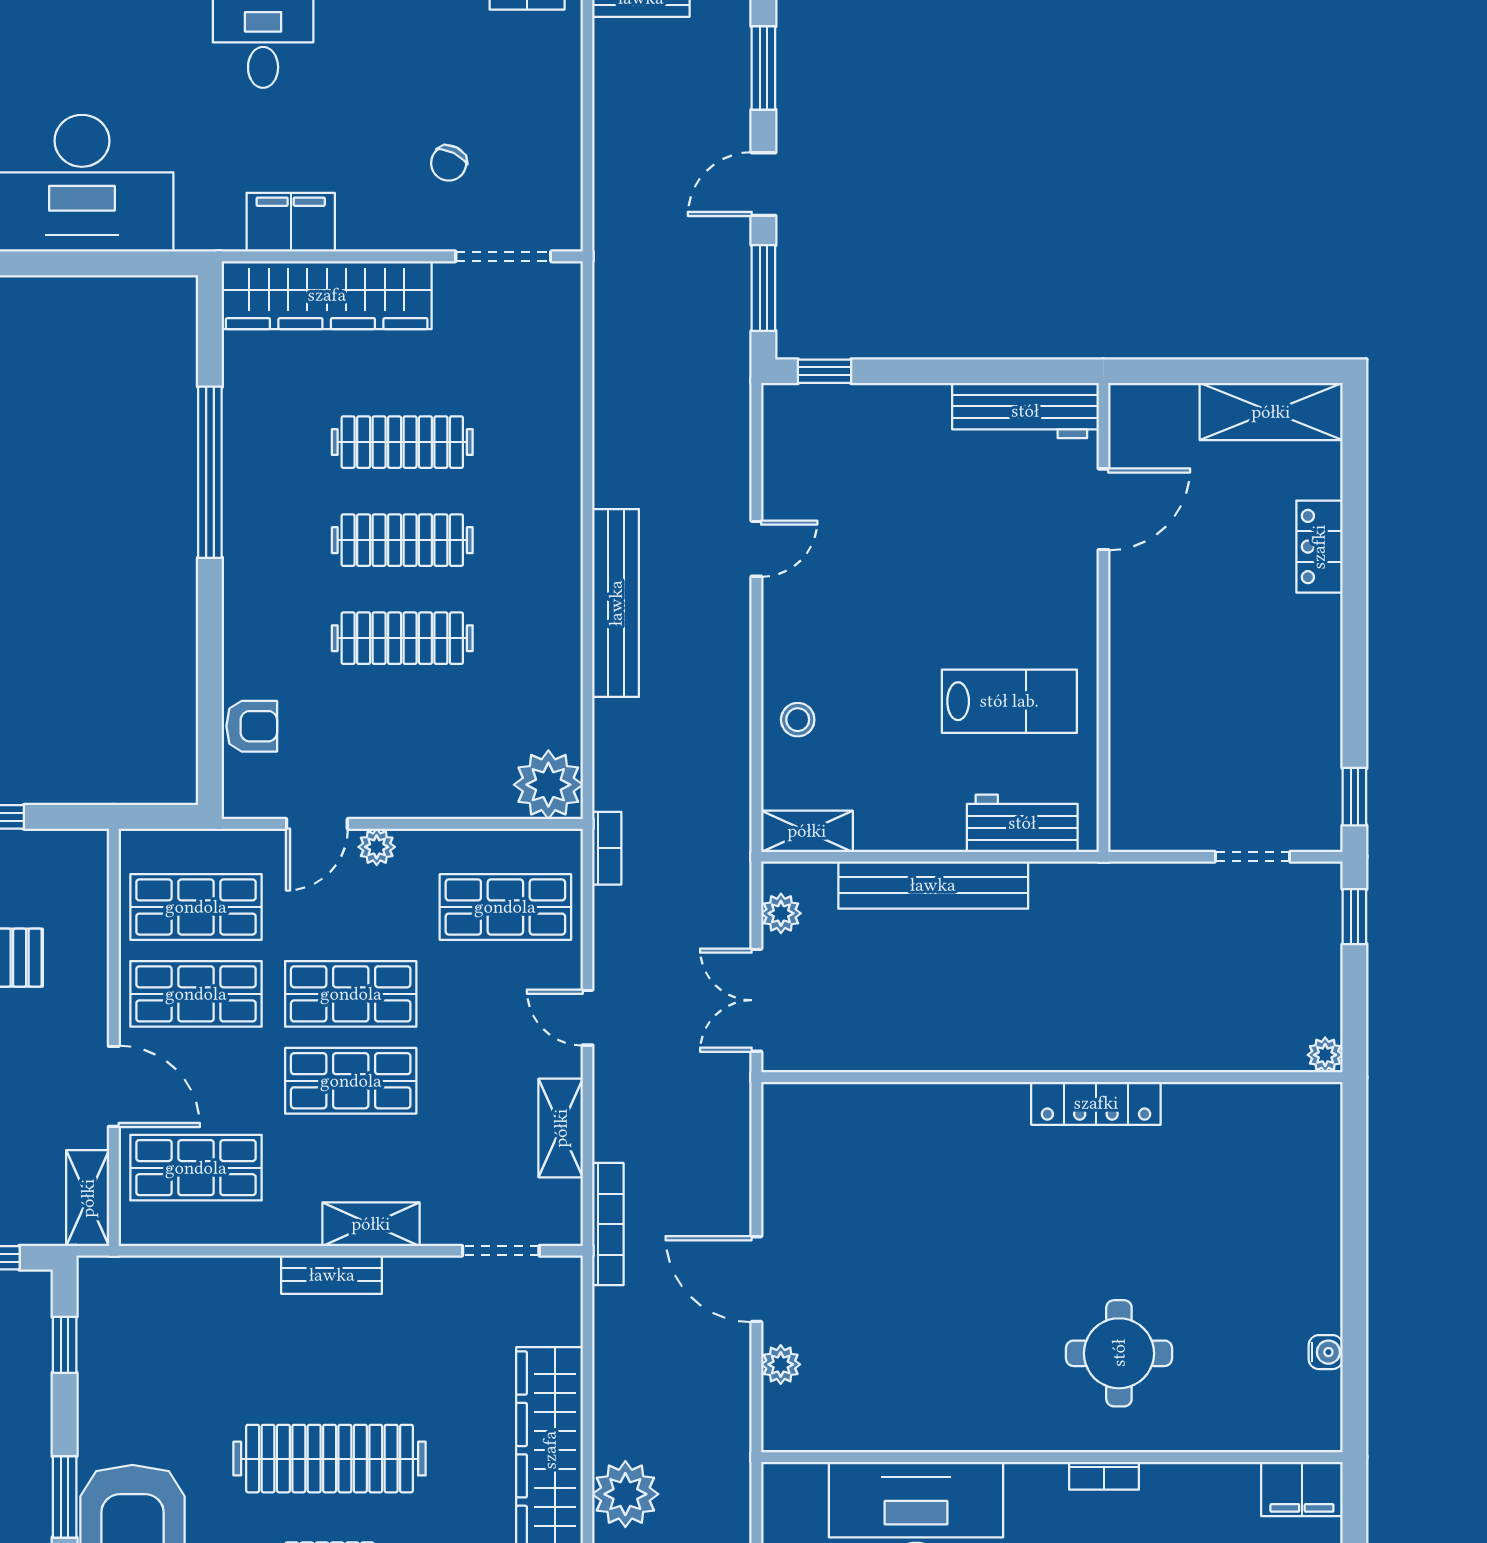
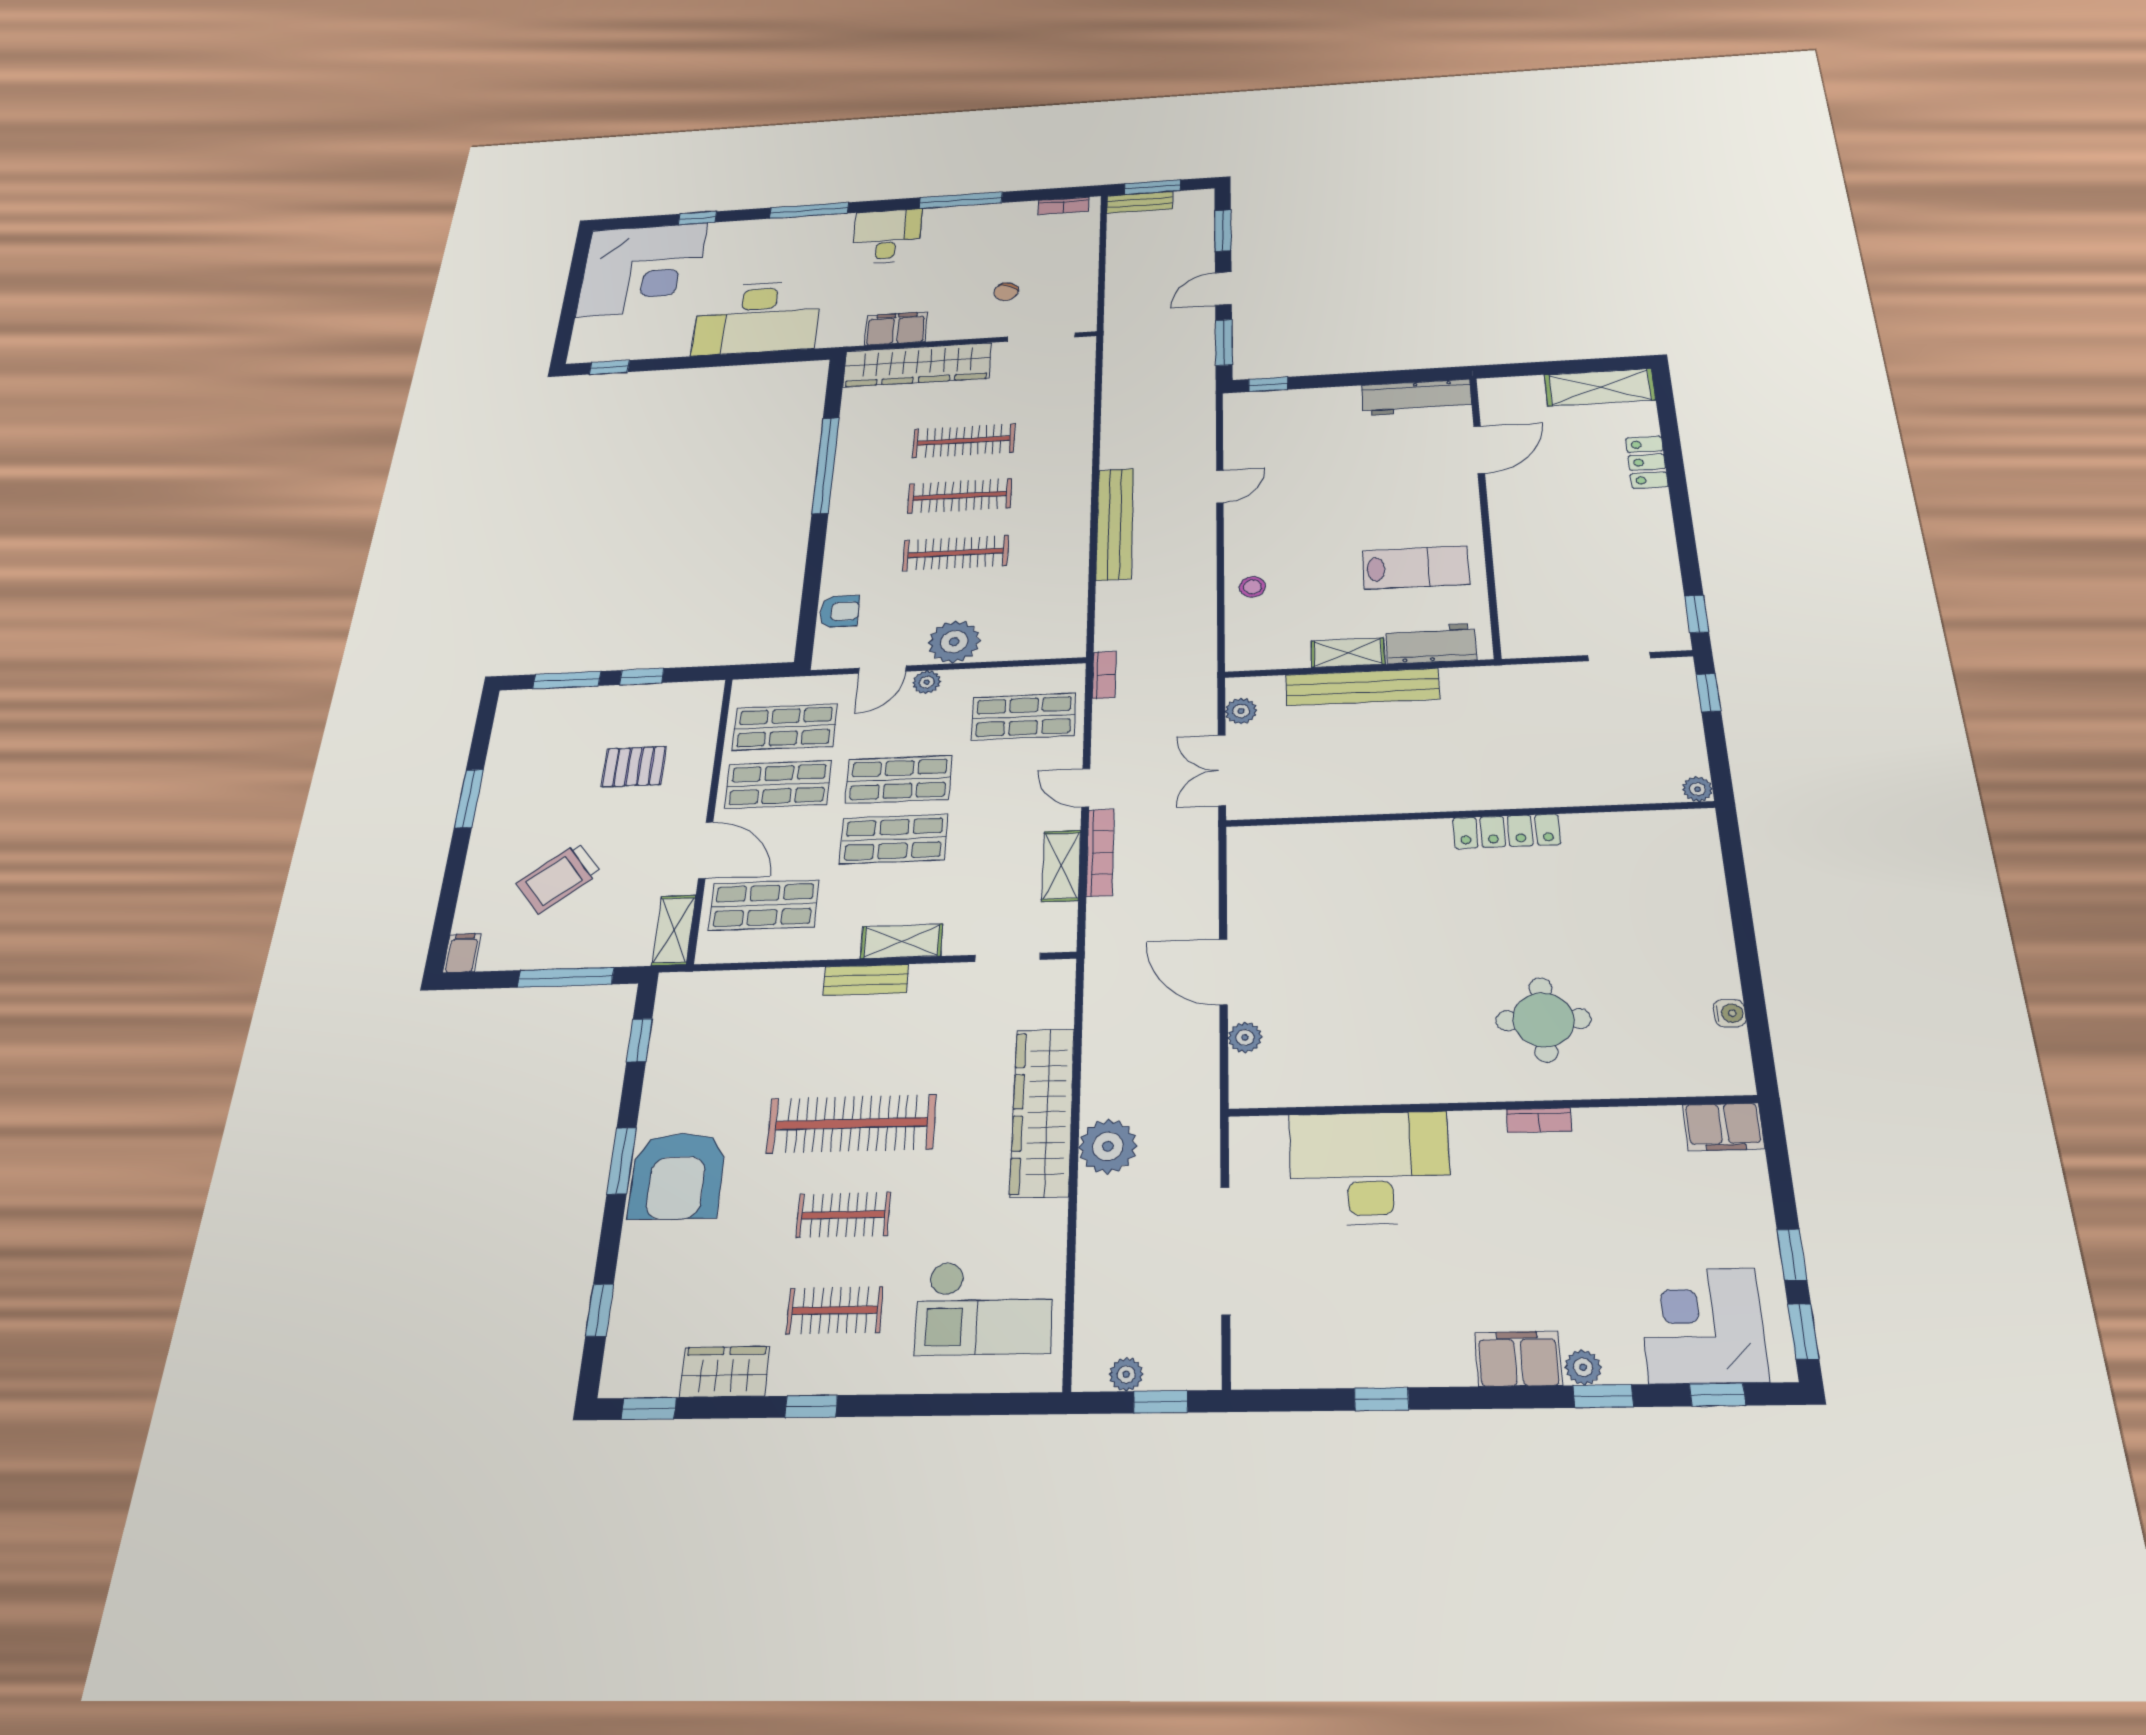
plant: (548, 785) -> (954, 642), moved
shelving: (807, 831) -> (1348, 653), moved
bookcase: (608, 1224) -> (1100, 852), moved

